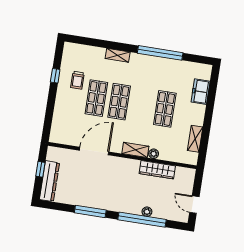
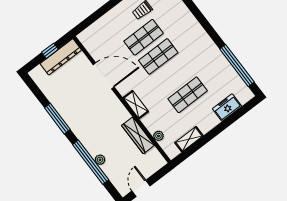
window: (160, 53) -> (237, 66), moved
shelving: (118, 55) -> (190, 20), removed
plant: (154, 154) -> (158, 136), moved
dresser: (49, 181) -> (61, 57), moved

